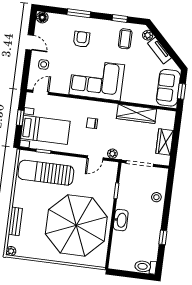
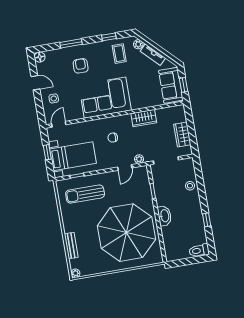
wardrobe: (137, 114) -> (144, 118), width x0.67
sun lounger: (46, 173) -> (85, 194), width x0.73, depth x0.75

